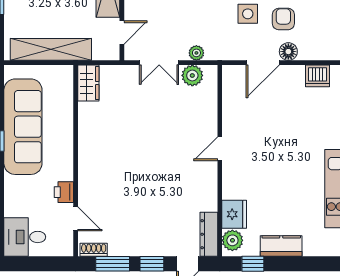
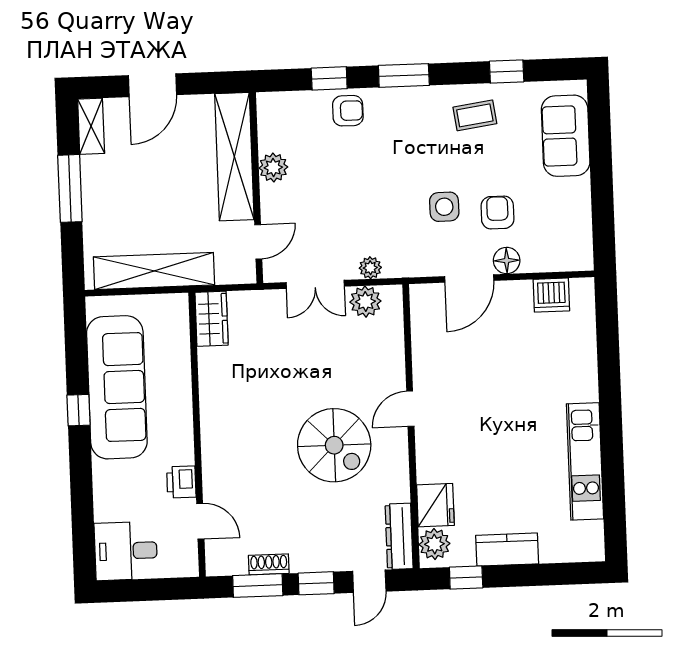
spiral stairs: (168, 171) -> (334, 445), added
shoe rack: (94, 250) -> (269, 564), moved

